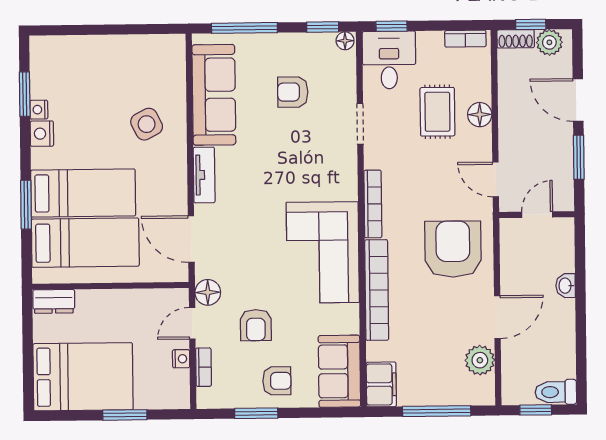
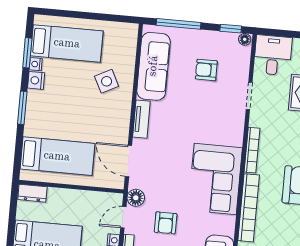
window: (391, 26) -> (277, 33), removed
bed: (83, 193) -> (67, 43), moved
window: (26, 205) -> (22, 108), moved

